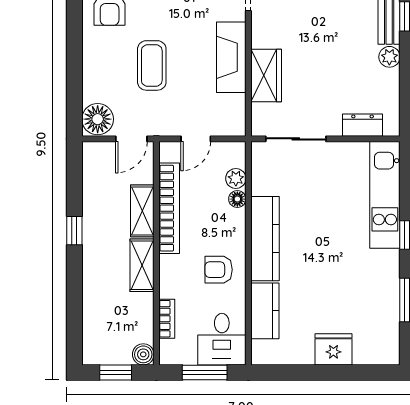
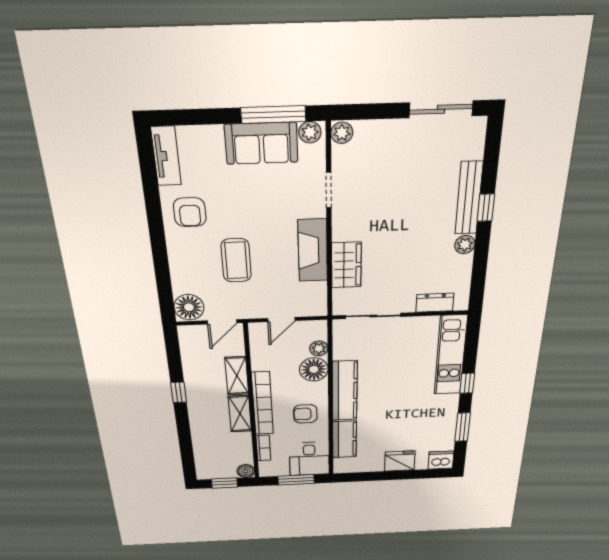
floor lamp: (237, 199) -> (314, 369), width x1.89, depth x1.89
bookcase: (169, 208) -> (262, 403), moved
dishwasher: (385, 351) -> (441, 460), added

